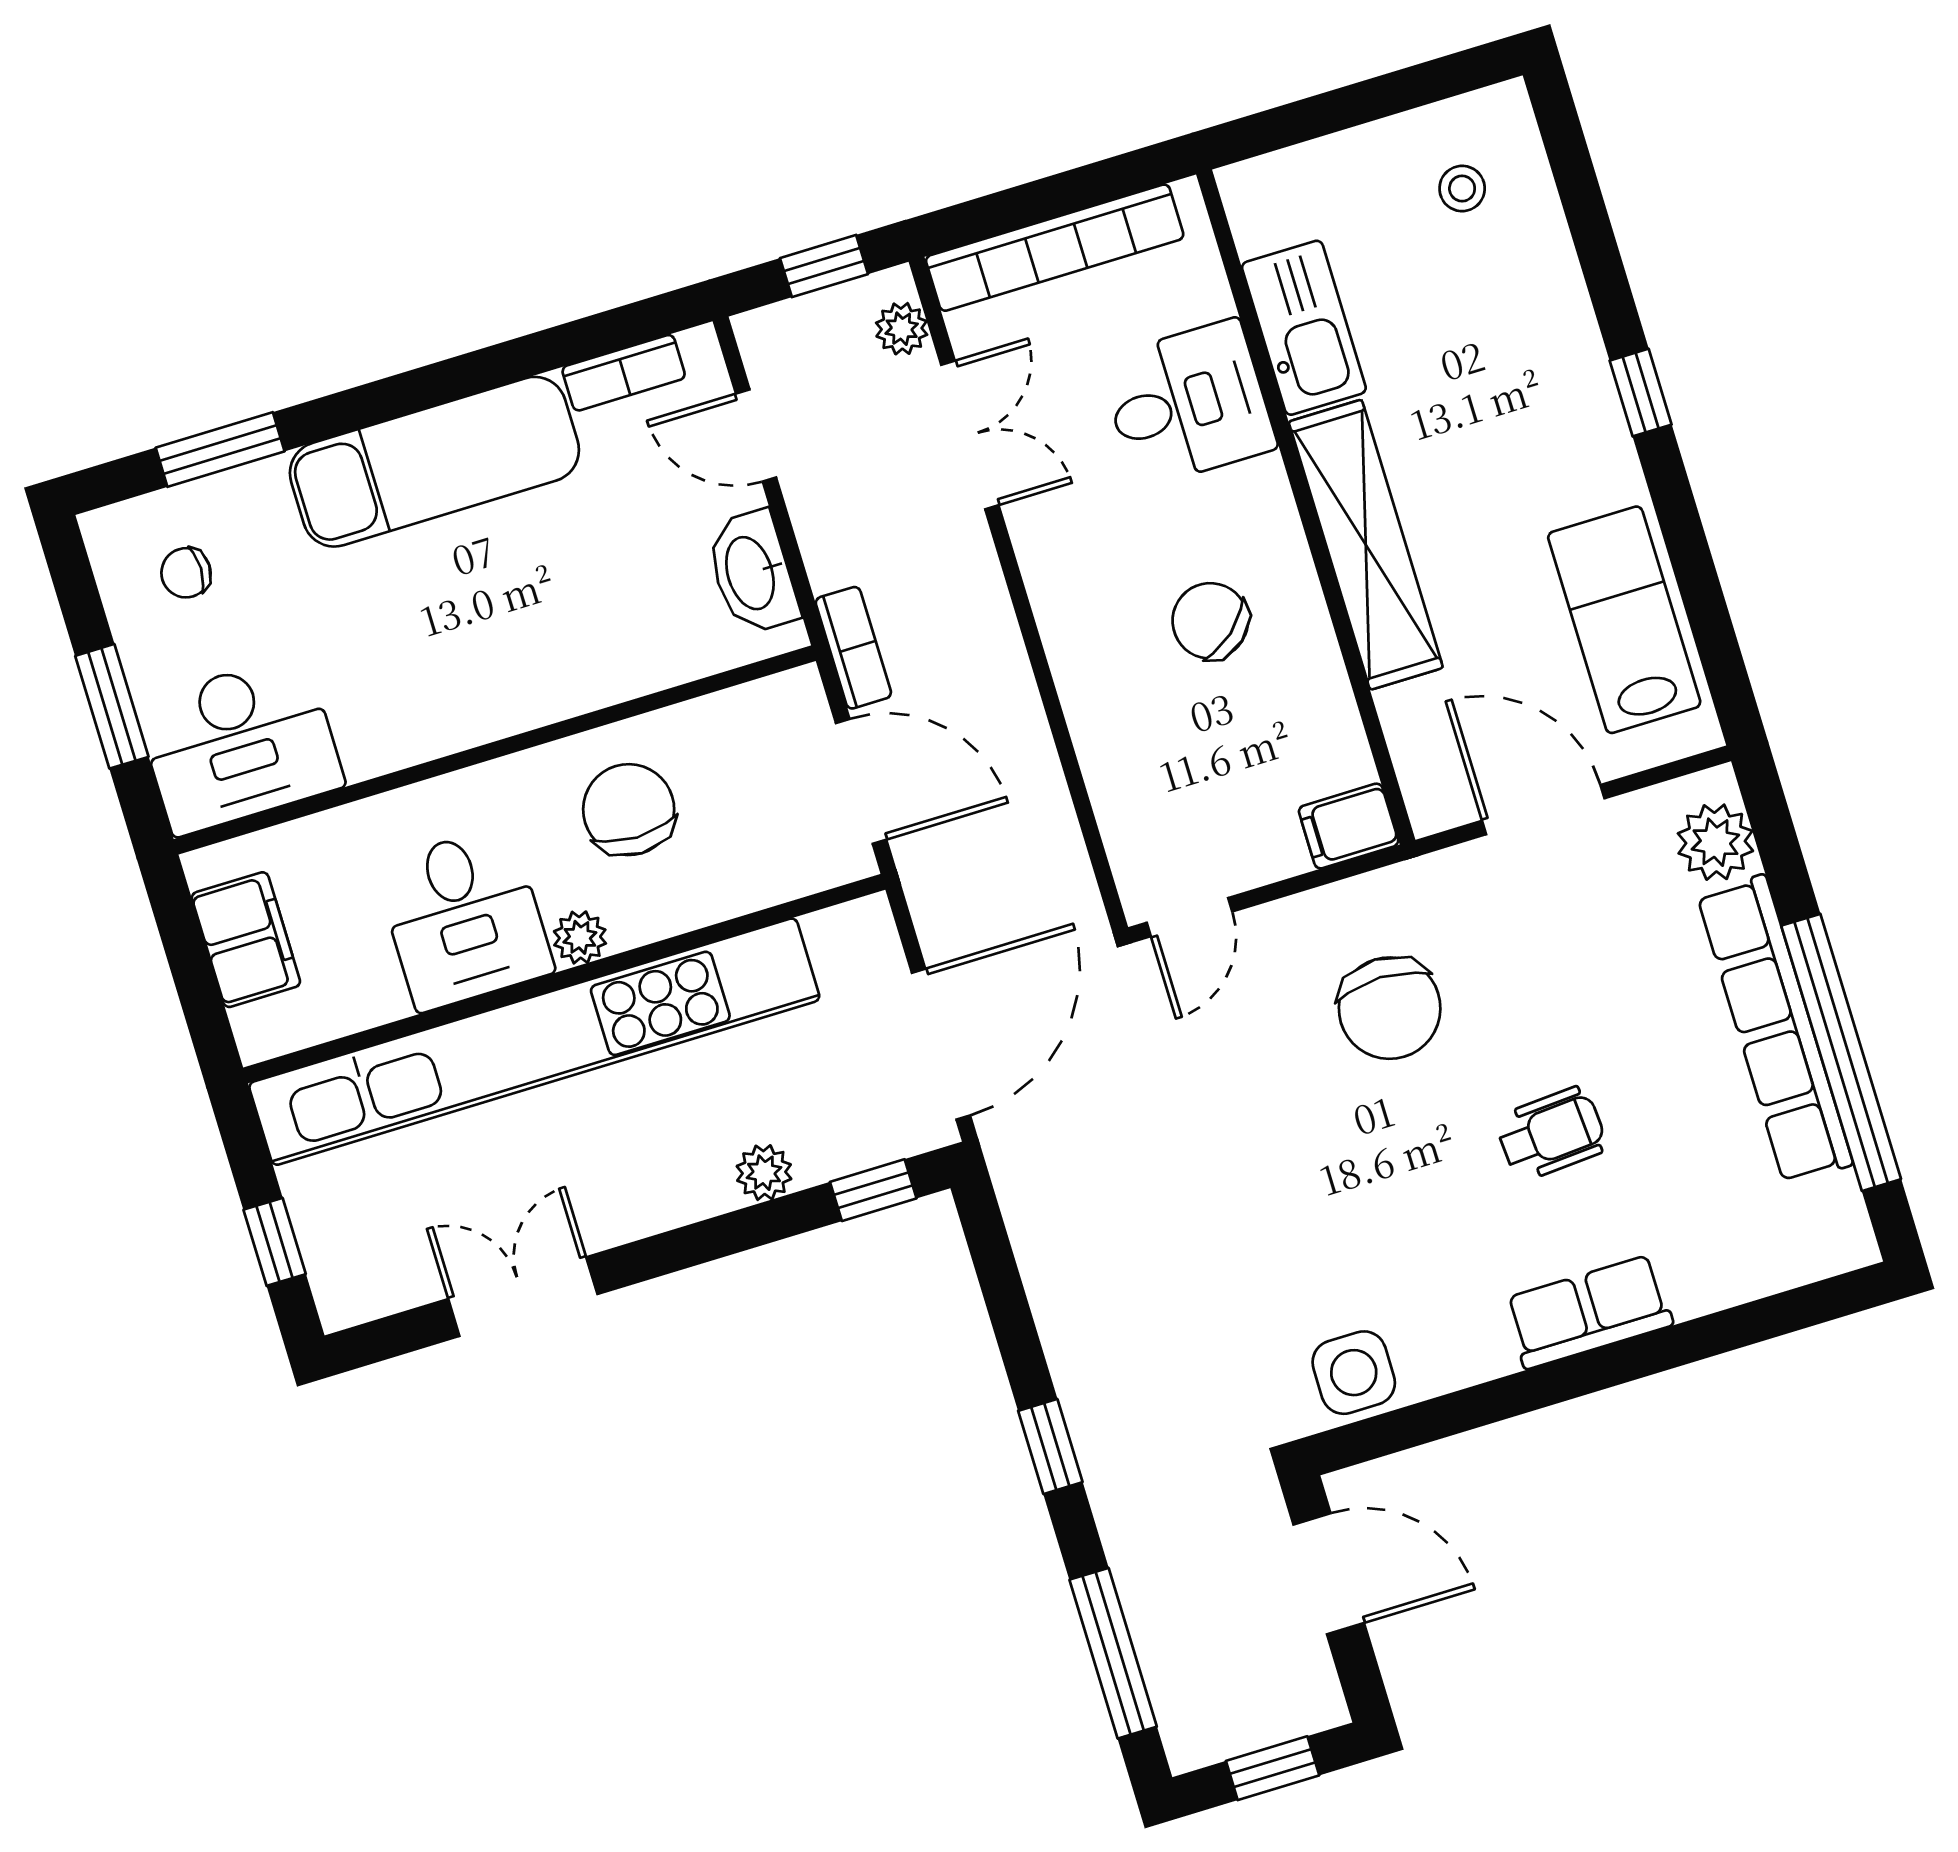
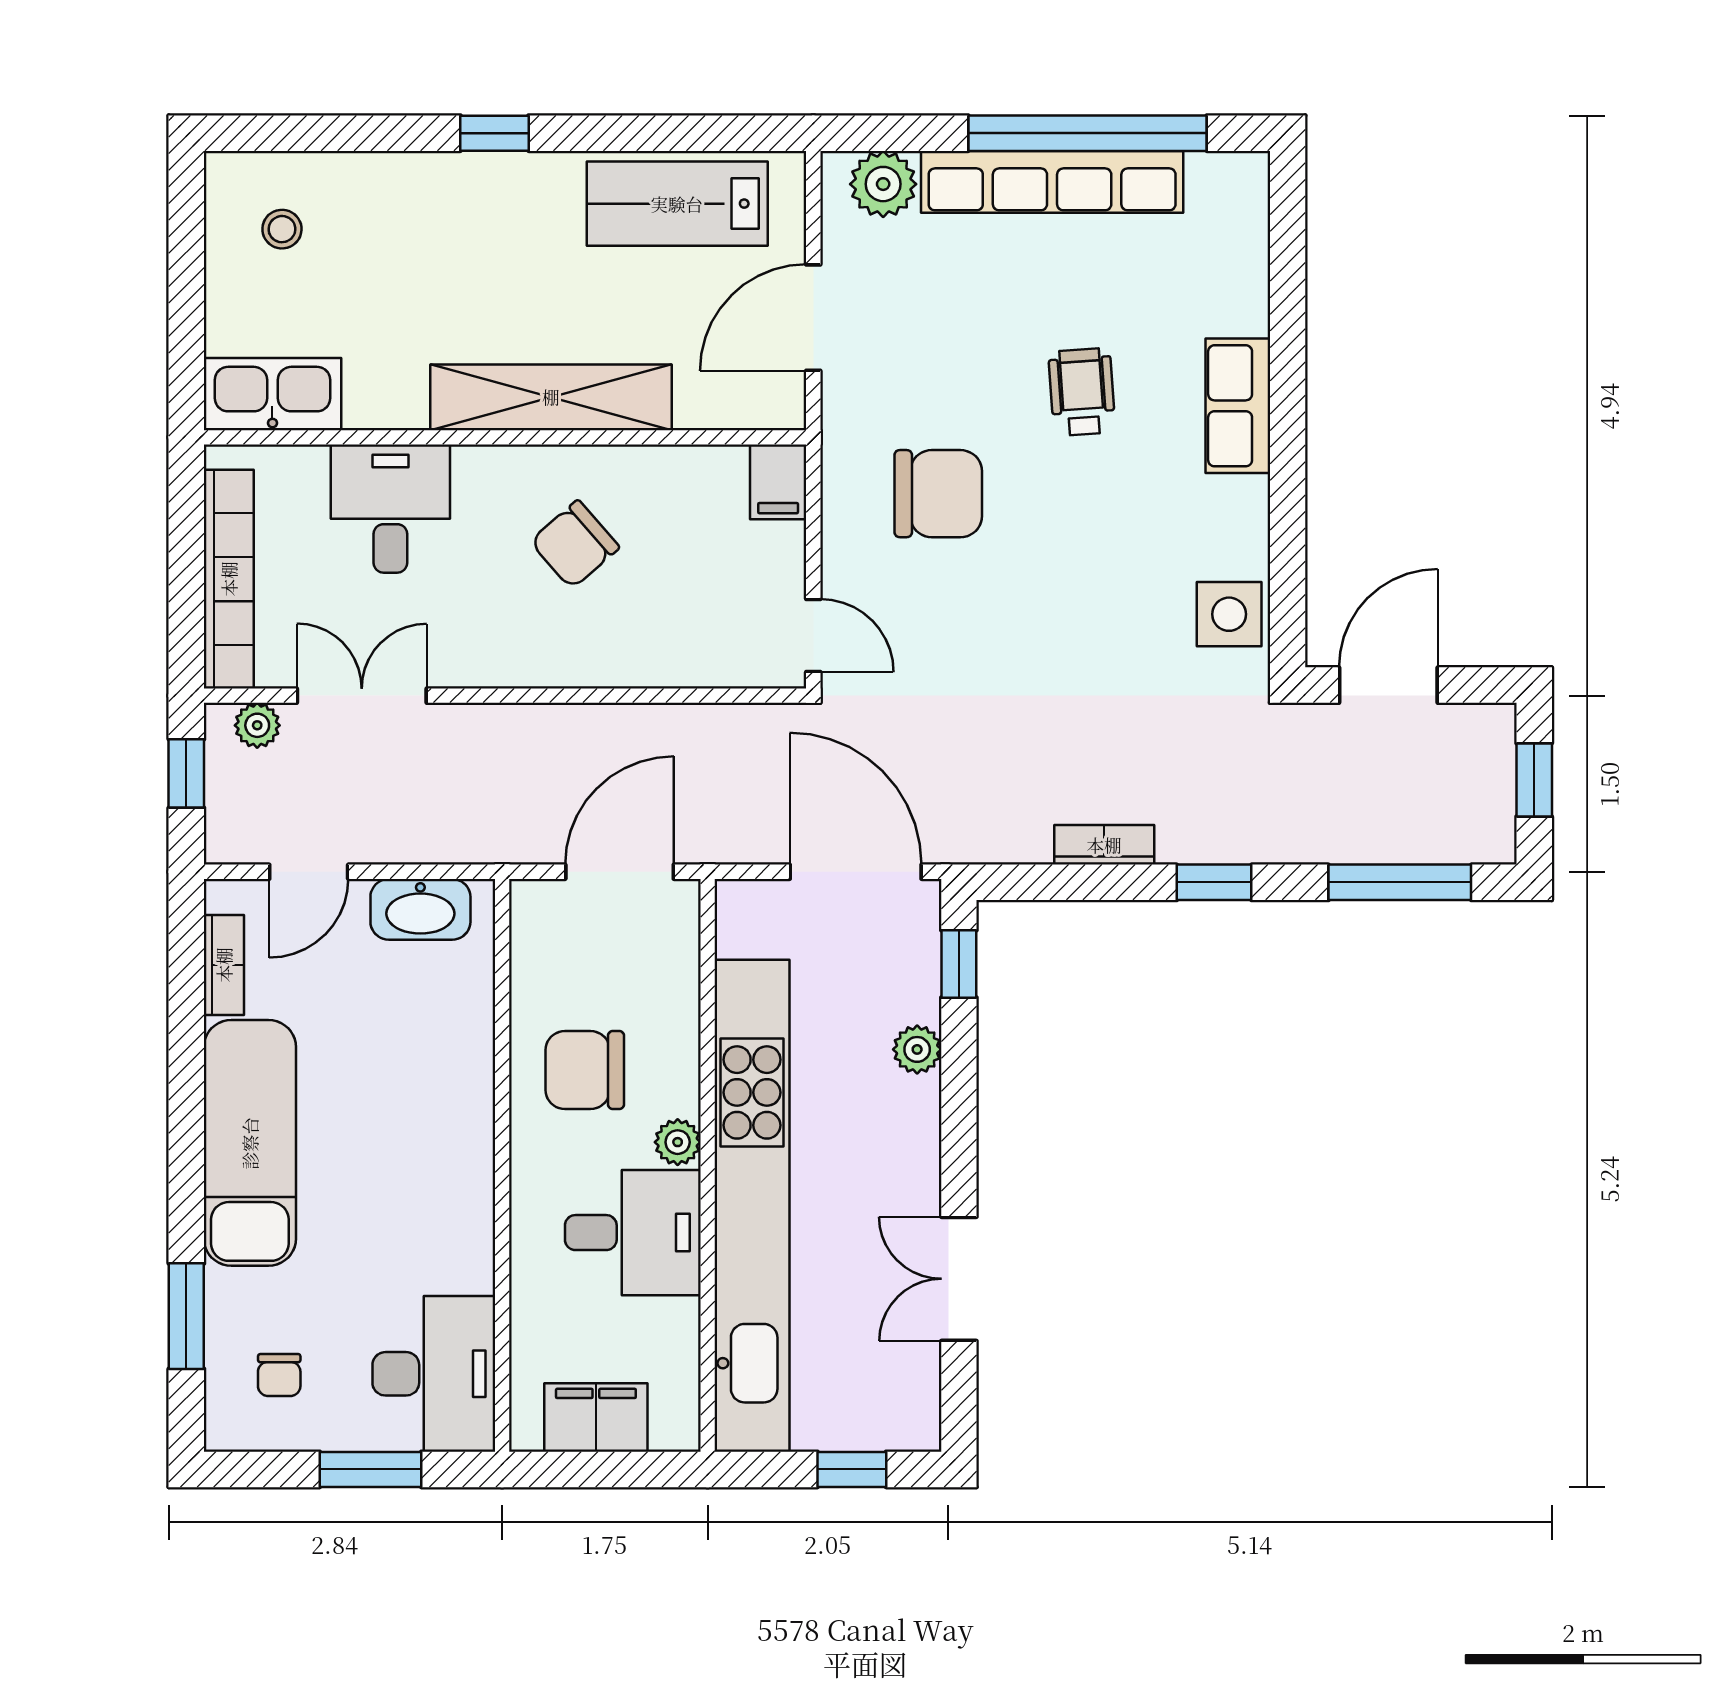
kitchen sink: (1304, 328) -> (272, 394), moved
bookcase: (853, 648) -> (1104, 845), moved

